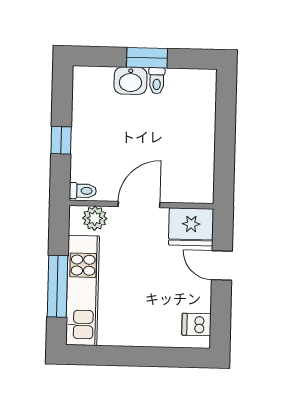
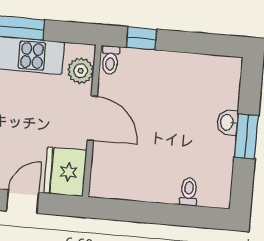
washbasin: (130, 81) -> (227, 122), width x0.72, depth x0.69
toilet: (157, 81) -> (189, 192), moved, turned 90
window: (61, 140) -> (141, 38), moved

